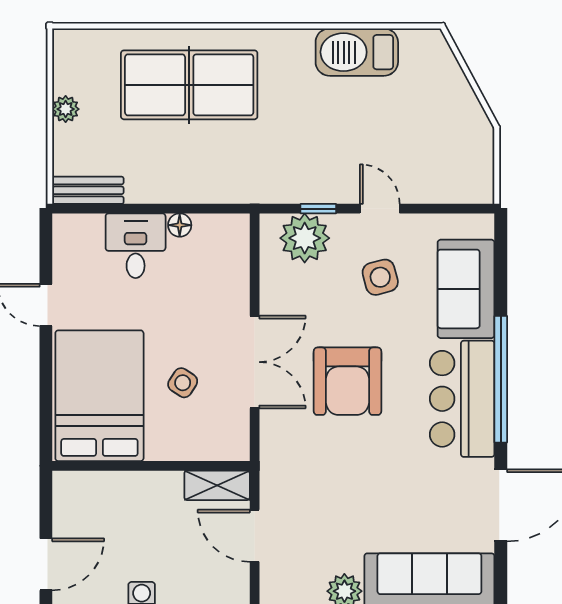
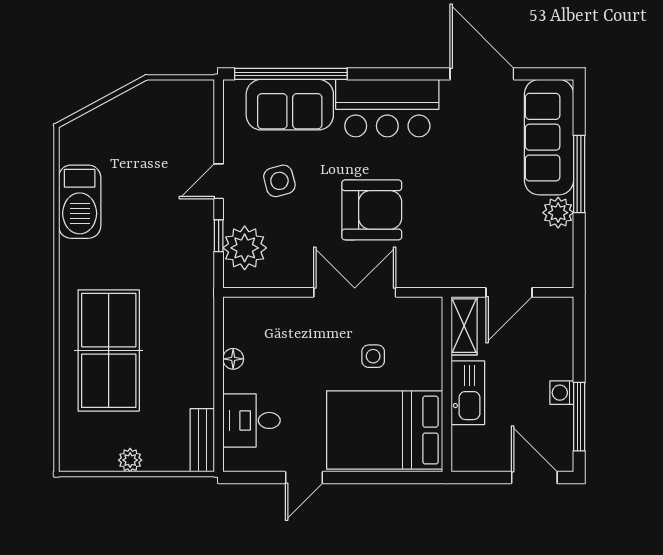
desk: (136, 246) -> (251, 420), moved
window: (501, 379) -> (291, 74), moved
side table: (183, 383) -> (373, 356), turned -33
kitchen sink: (141, 489) -> (468, 393), added

